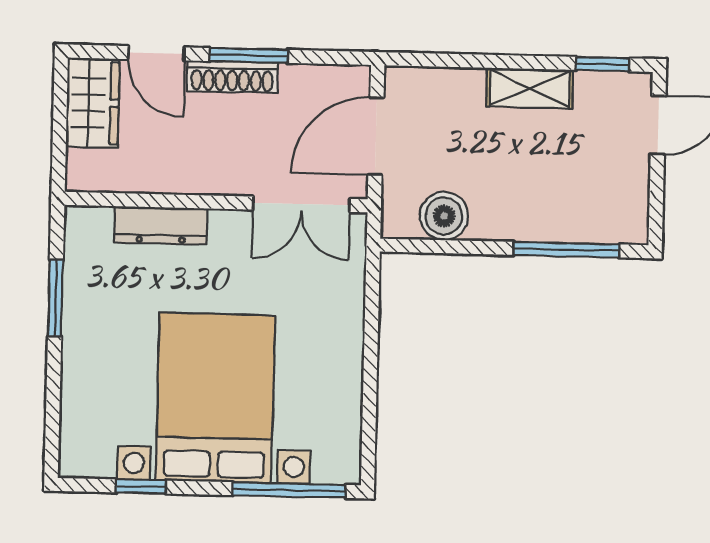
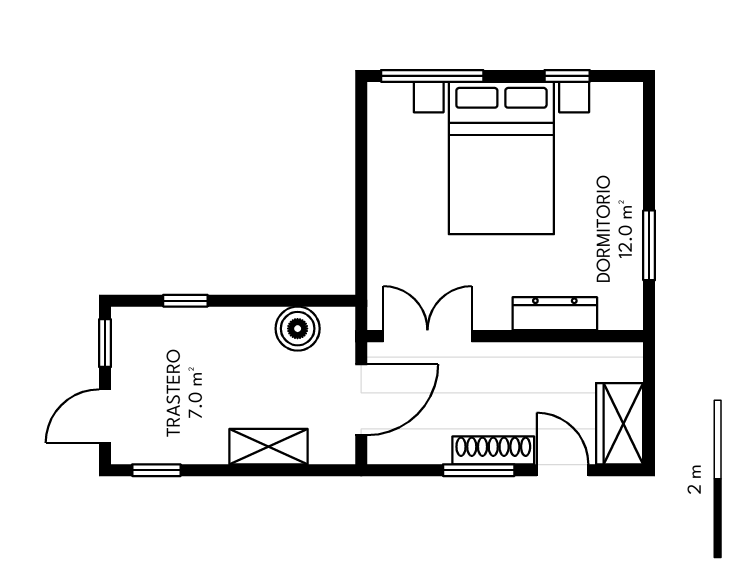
shelving: (530, 88) -> (268, 447), moved
window: (656, 205) -> (105, 343), added
window: (567, 250) -> (185, 301), width x0.46

